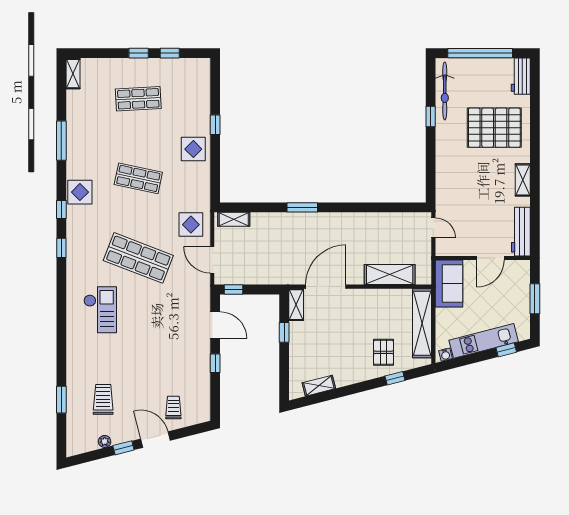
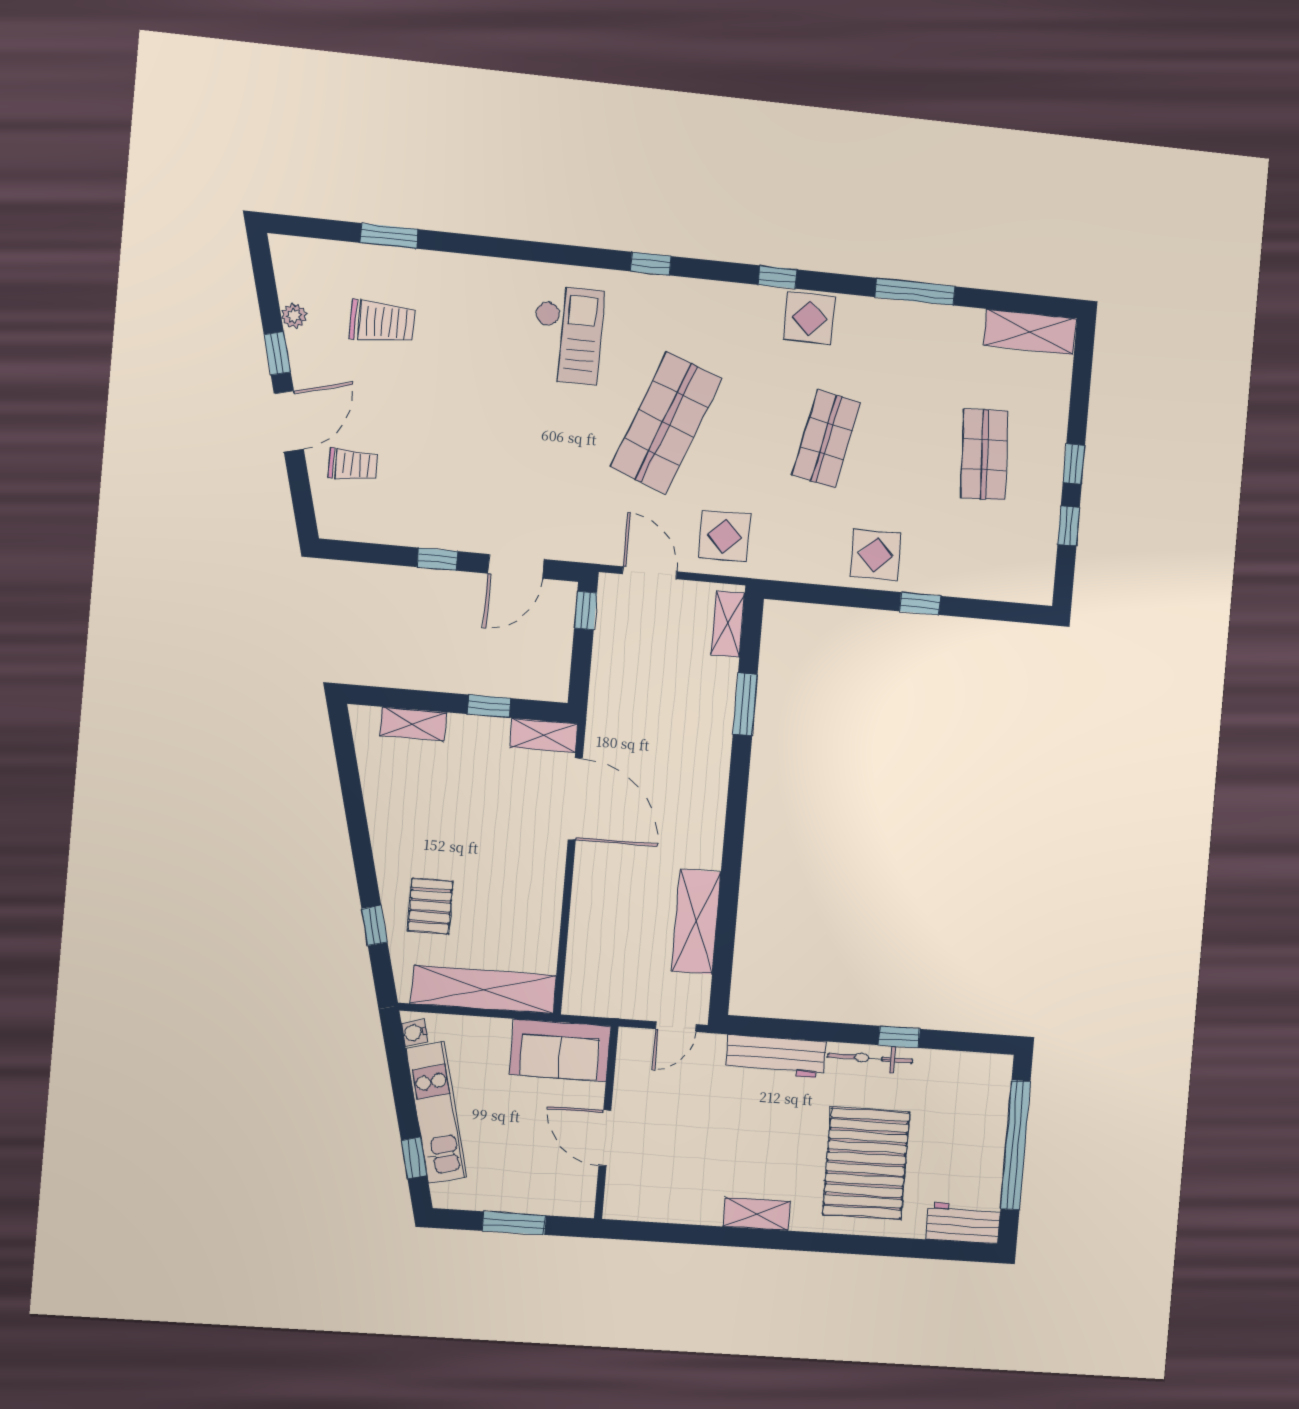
shelving: (73, 74) -> (1030, 332), width x1.50, depth x1.33
bicycle: (445, 91) -> (870, 1058), moved, width x0.73, depth x0.71
window: (302, 207) -> (745, 704), moved
workbench: (521, 232) -> (776, 1056), moved, turned 180
window: (61, 248) -> (651, 264), moved
door: (212, 260) -> (650, 573), hinge flipped
shelving: (390, 275) -> (696, 922), moved
checkout: (100, 310) -> (567, 335), turned -90
pallet: (383, 352) -> (430, 906), turned 90
shelving: (319, 386) -> (413, 724), moved, turned -76

